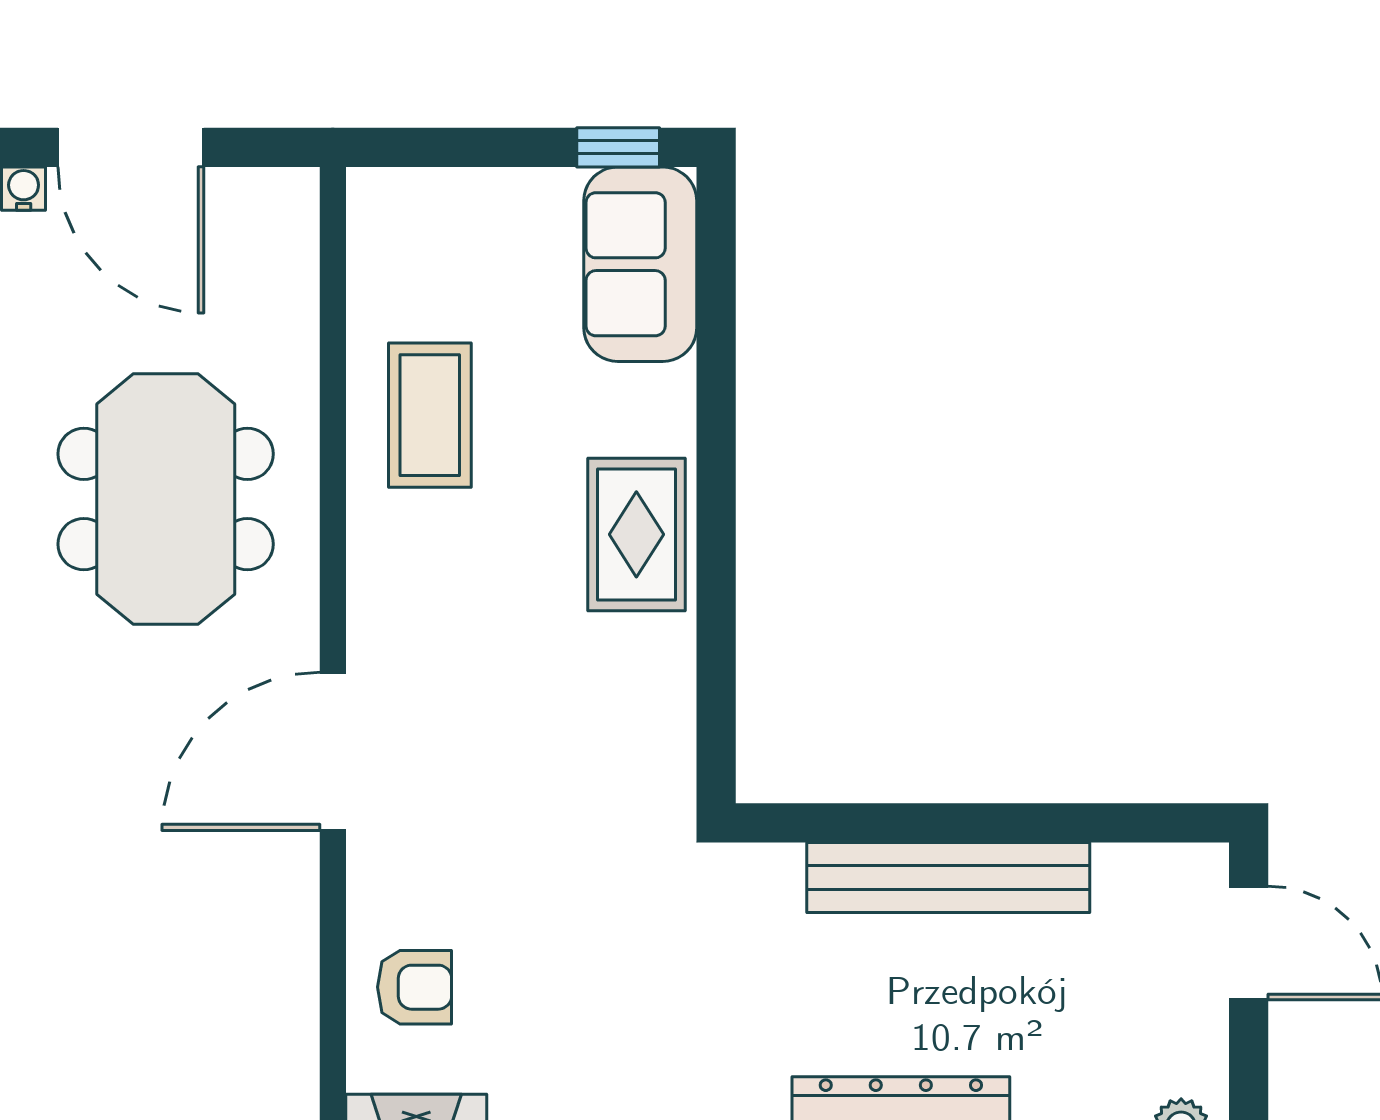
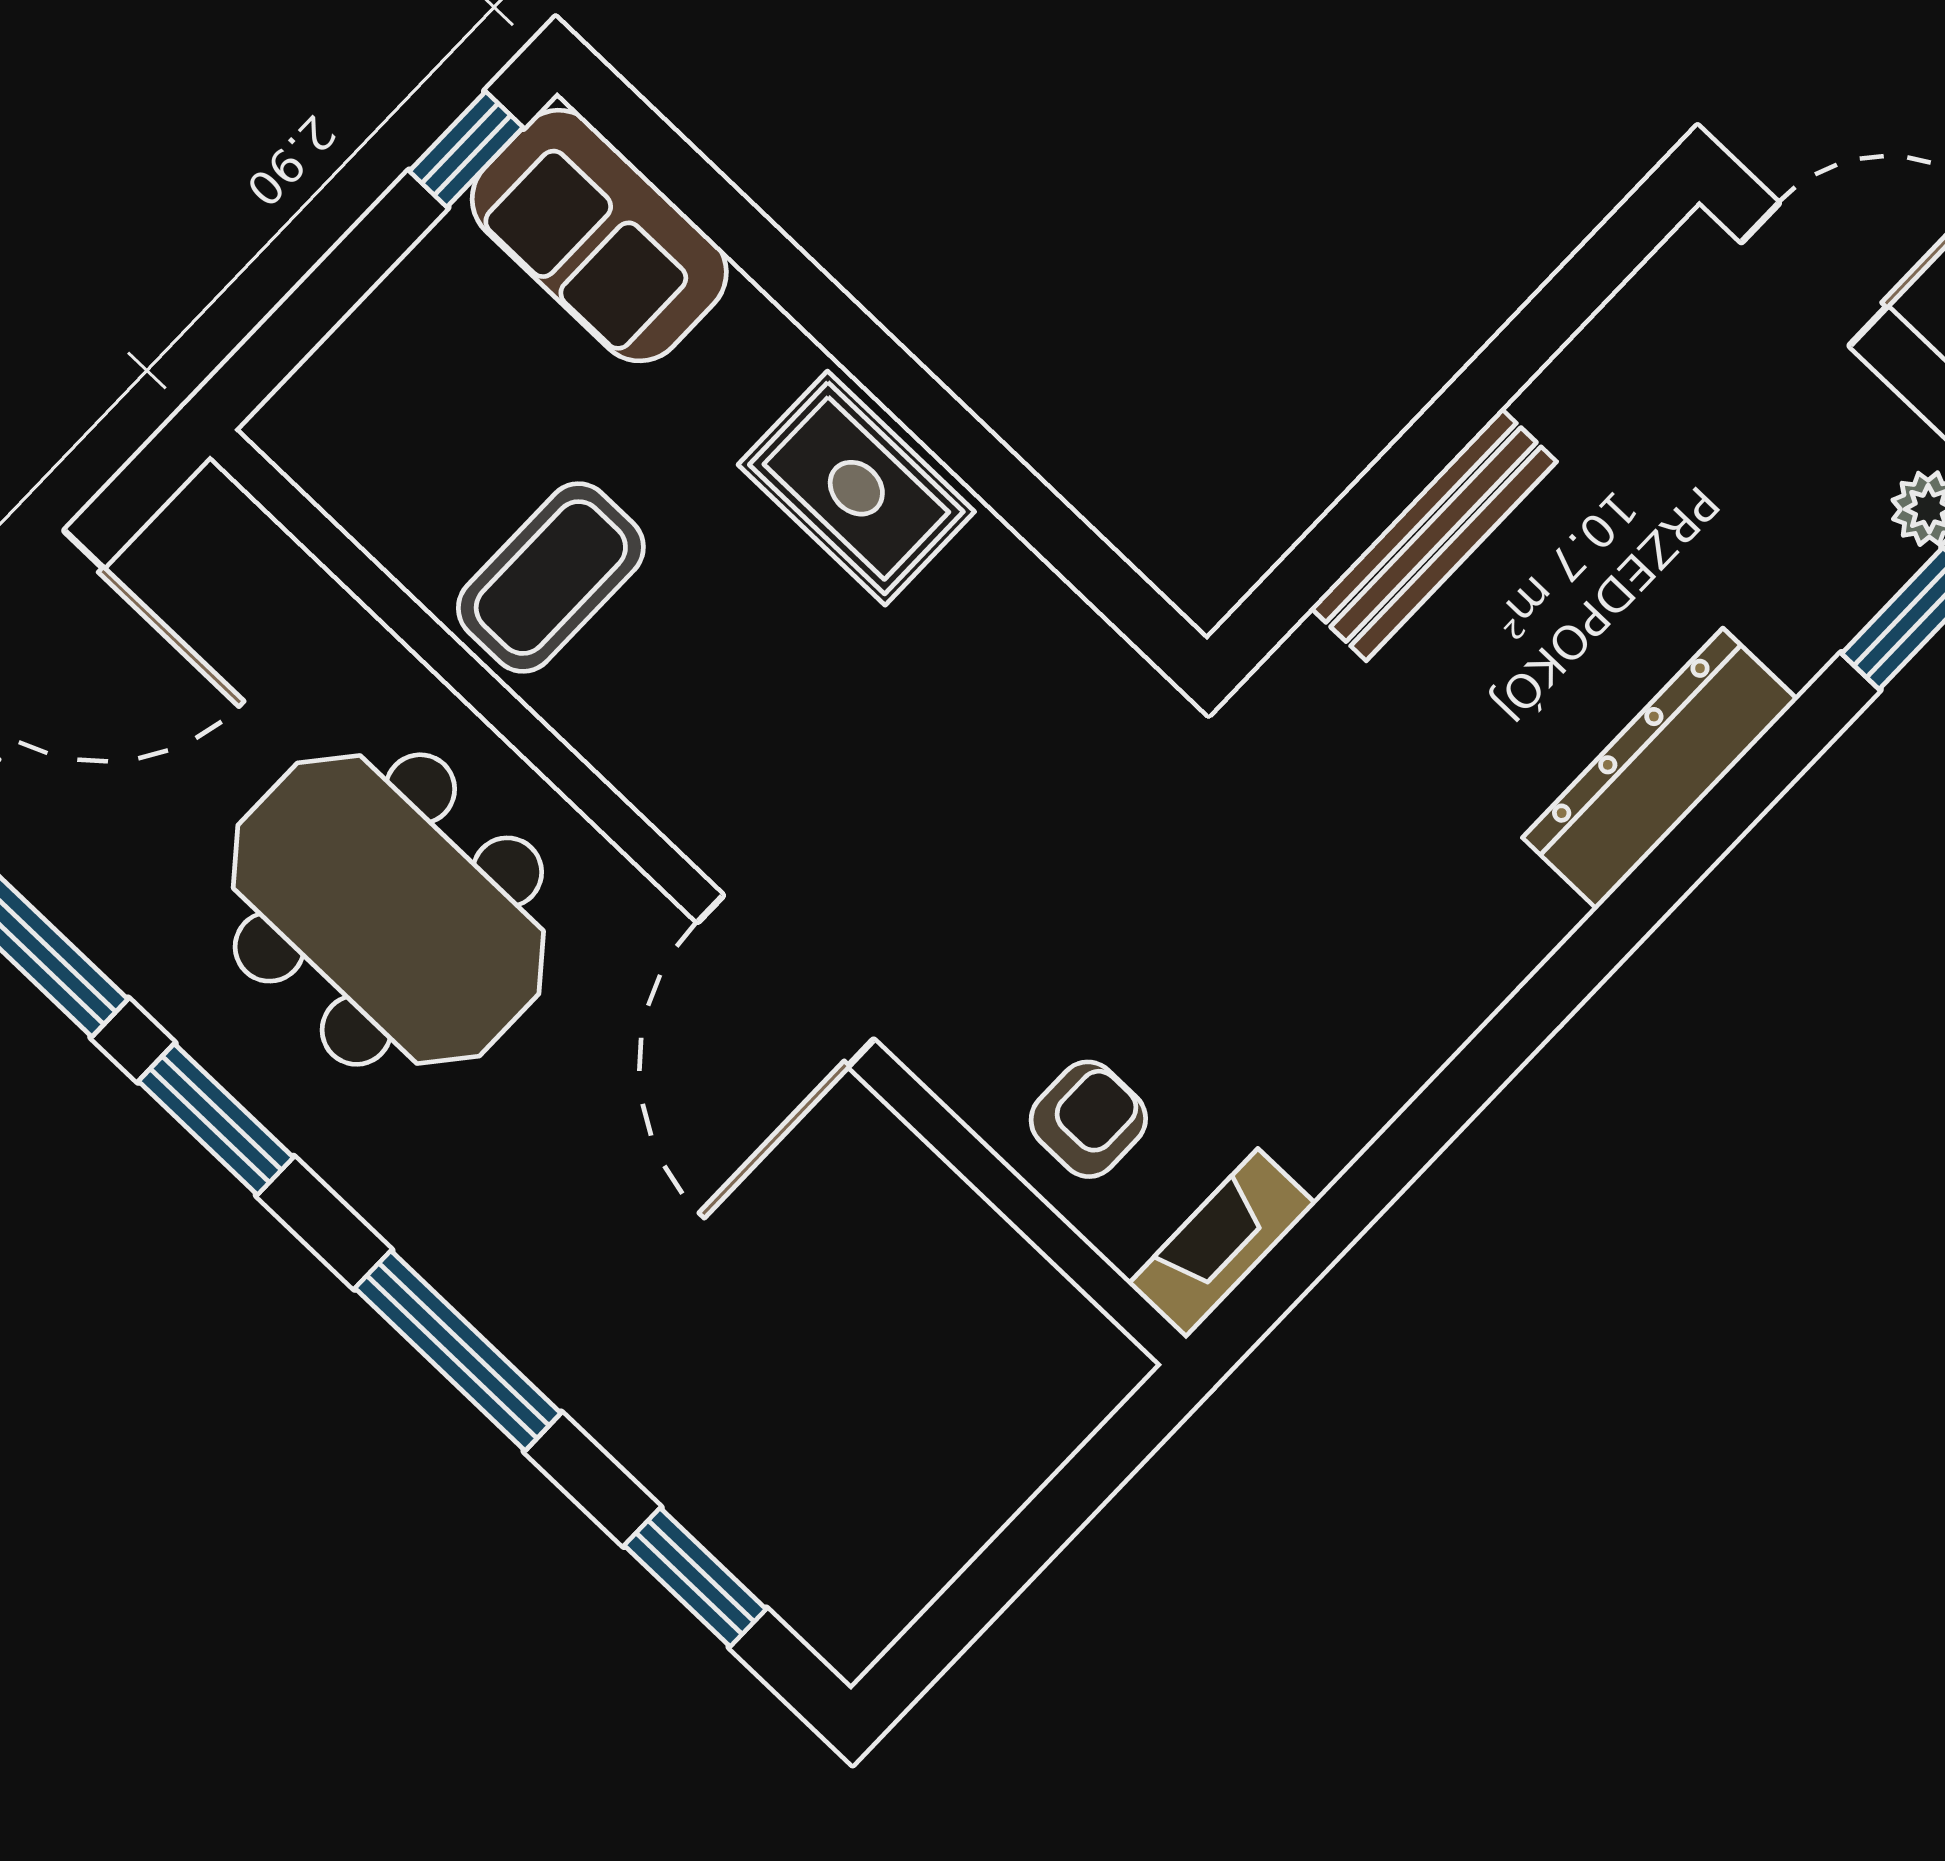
coffee table: (430, 415) -> (551, 578), turned 90
bench: (948, 878) -> (1433, 535), width x0.73, depth x0.82

